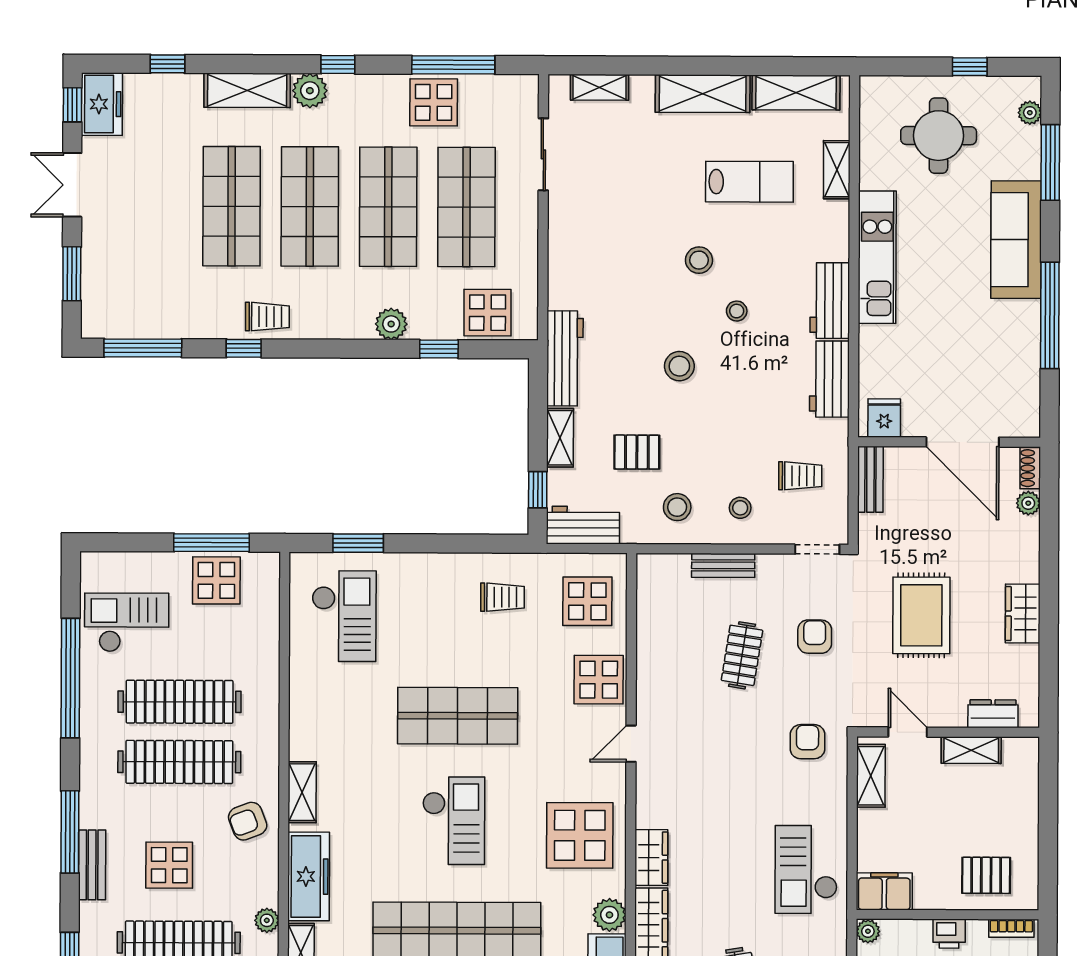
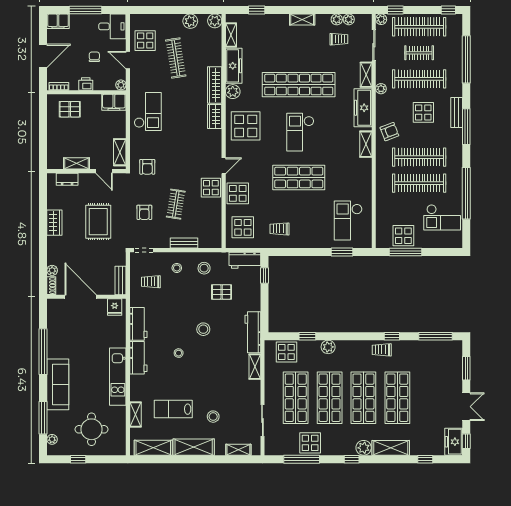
stool: (699, 260) -> (213, 417), moved
shelving: (560, 438) -> (255, 367), moved
display table: (661, 693) -> (211, 188), added

